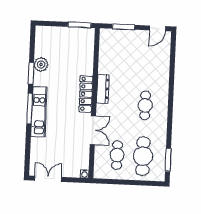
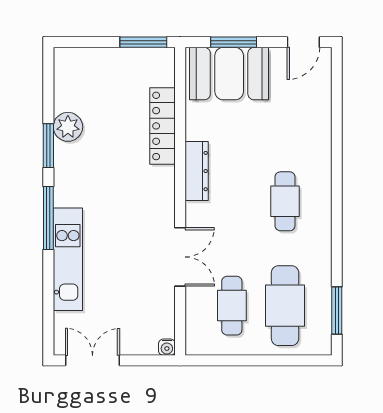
booth: (121, 42) -> (229, 74), added
locker: (86, 94) -> (162, 126), moved
kitchen unit: (39, 112) -> (68, 259), moved

